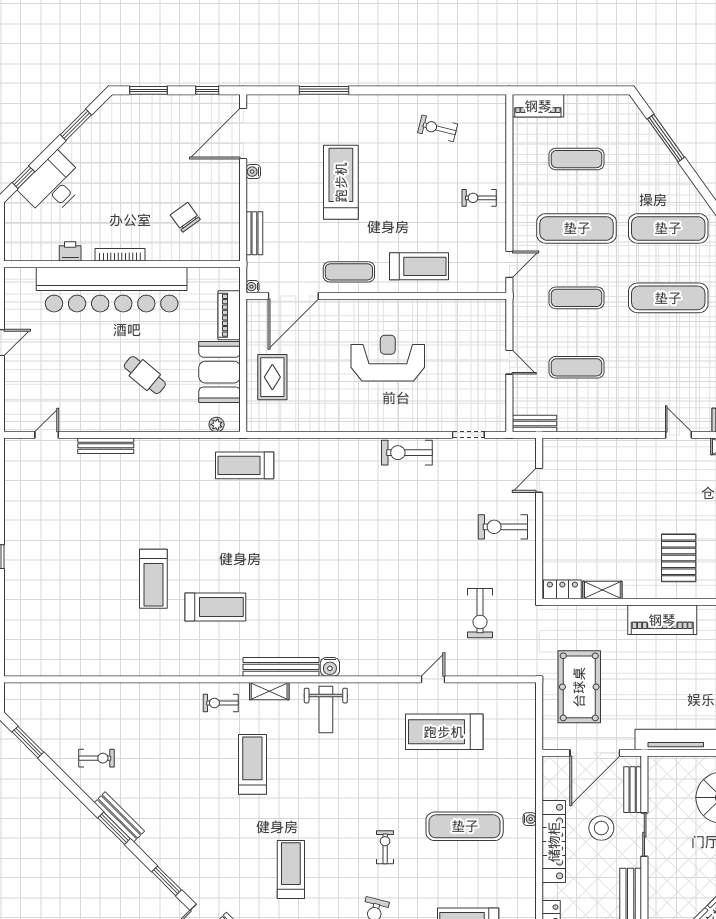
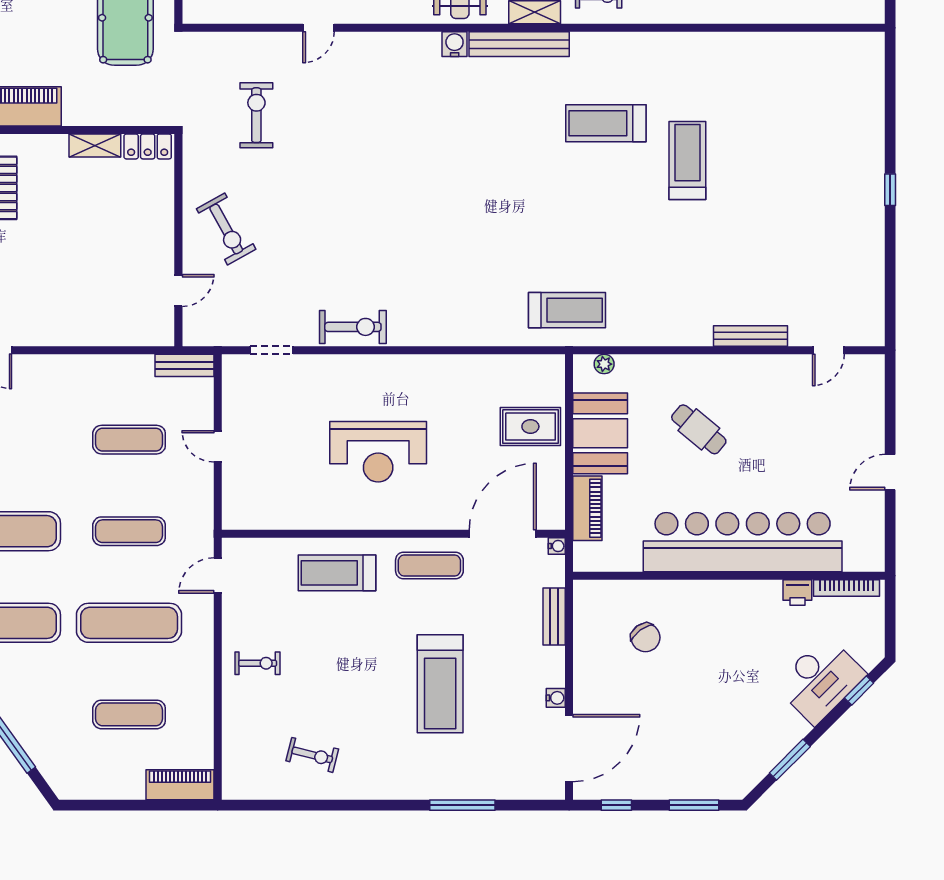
bookcase: (120, 255) -> (847, 588), moved
rug: (272, 377) -> (530, 426), turned 90
exercise bike: (503, 527) -> (226, 229), turned 61

